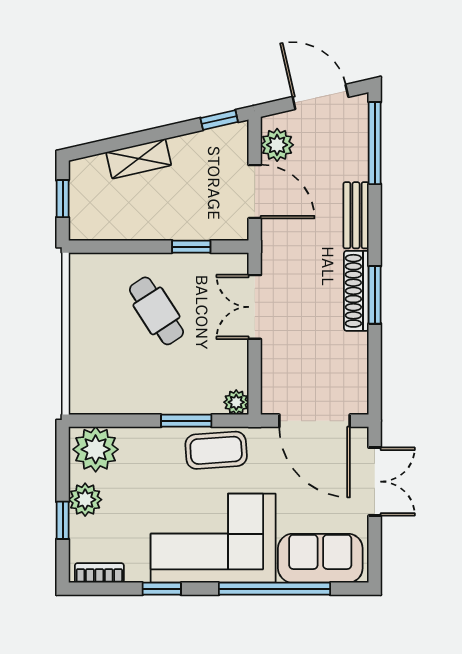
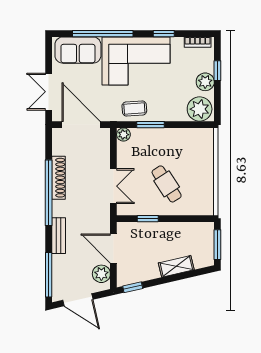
window: (63, 199) -> (217, 245), width x1.50
shoe rack: (356, 291) -> (58, 178), moved
window: (375, 295) -> (49, 193), width x2.11
coffee table: (216, 450) -> (134, 108), width x0.73, depth x0.77

